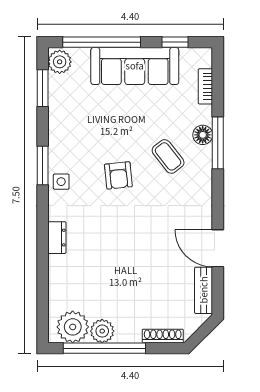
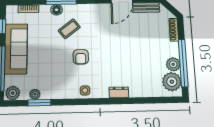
window: (43, 88) -> (39, 103), moved
plant: (57, 99) -> (35, 94), added
window: (43, 165) -> (75, 102), removed
armchair: (118, 175) -> (81, 57), turned 96

